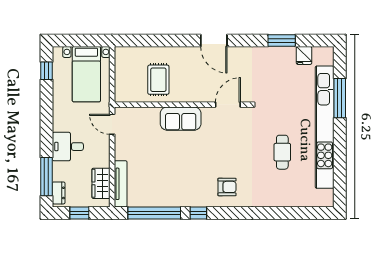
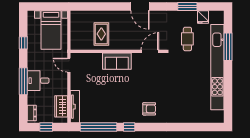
window: (46, 71) -> (23, 43), moved
cafe table: (282, 152) -> (187, 39), moved
window: (46, 177) -> (23, 81), moved

